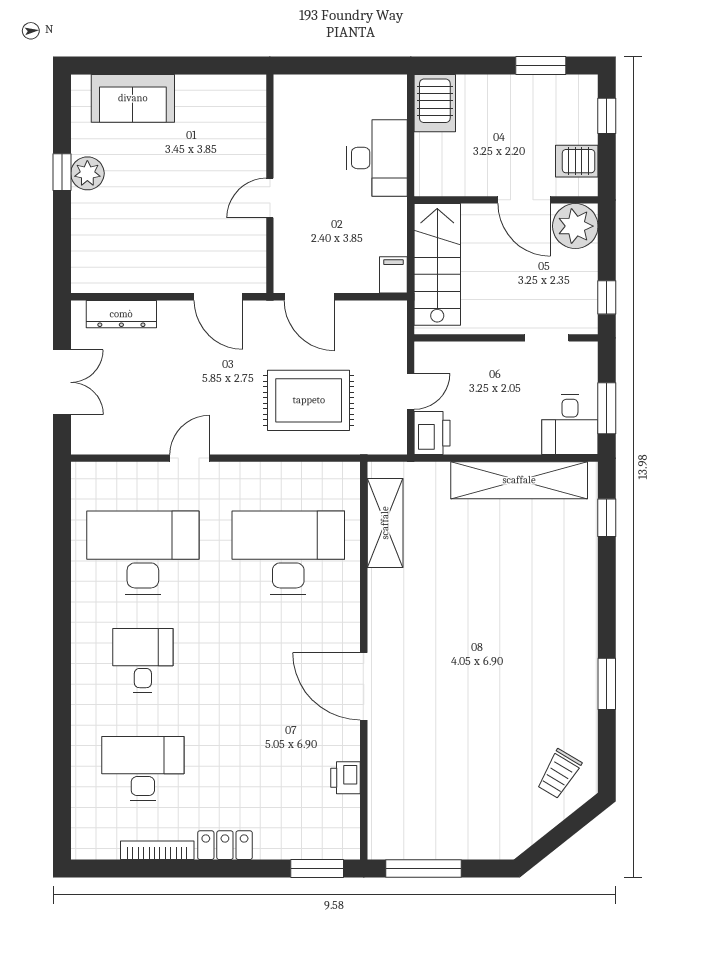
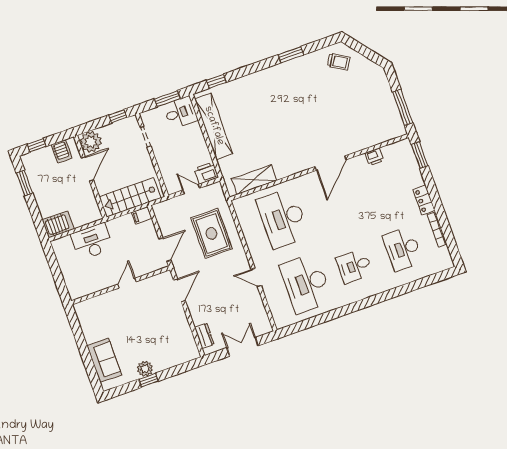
door: (270, 198) -> (127, 283), swing flipped
dresser: (121, 314) -> (204, 336), width x0.70

